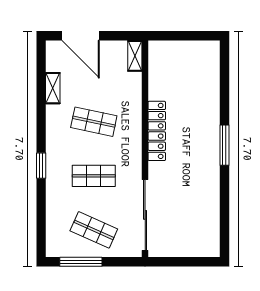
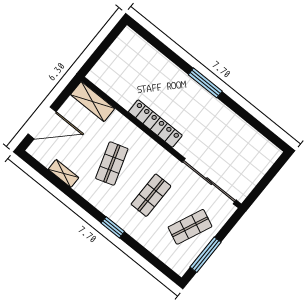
shelving: (135, 56) -> (93, 102), width x1.50, depth x1.33
shop shelf: (94, 122) -> (112, 164), turned -30

